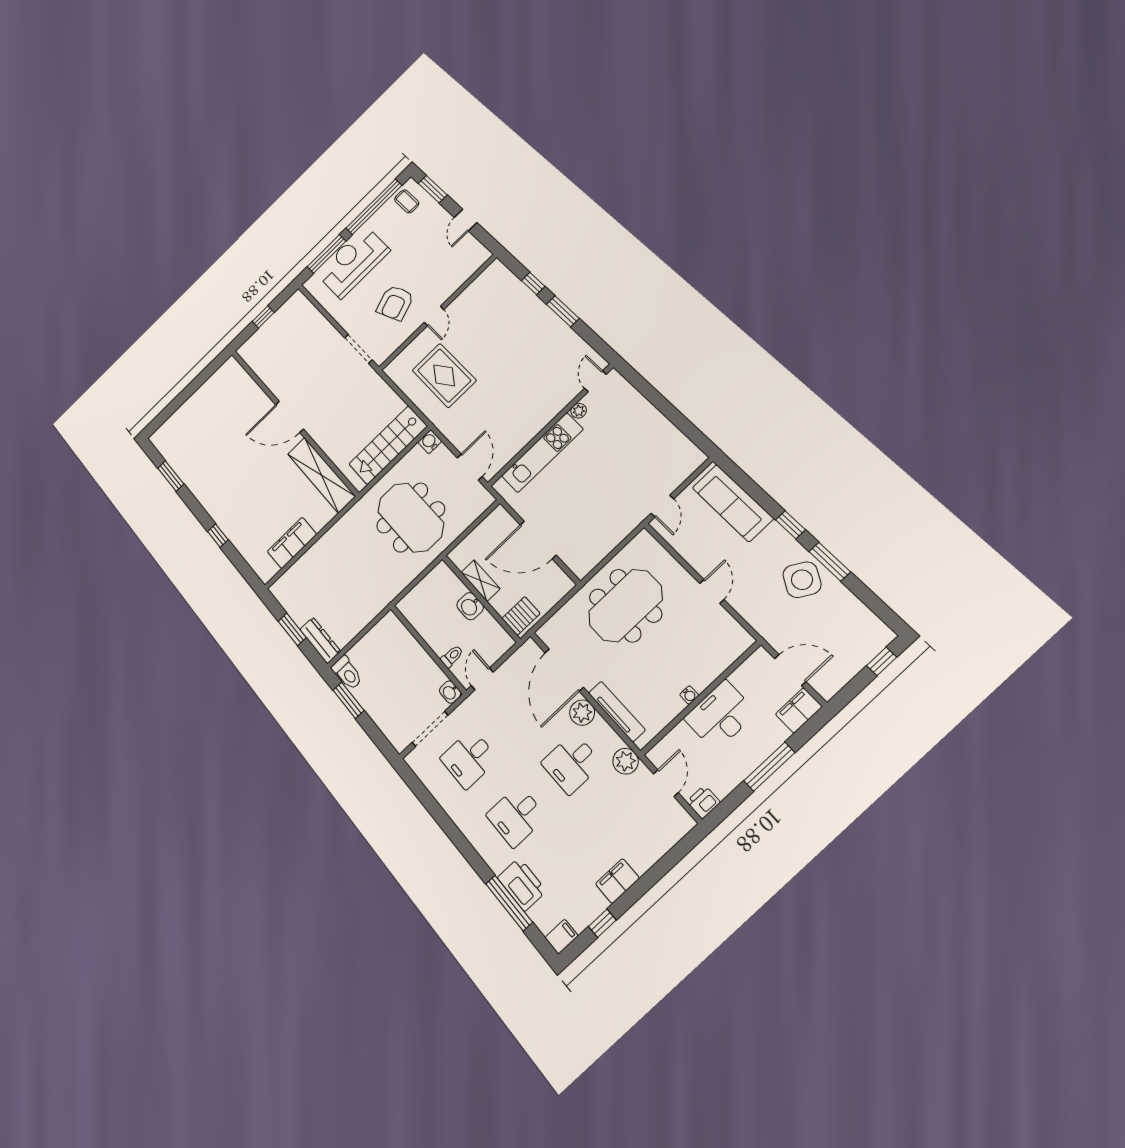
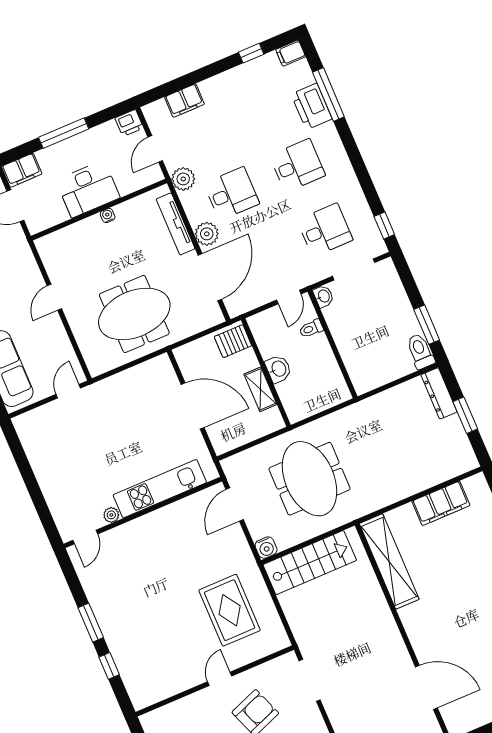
door: (289, 417) -> (426, 687), moved
window: (414, 783) -> (384, 226), added
filing cabinet: (617, 881) -> (184, 101), moved

